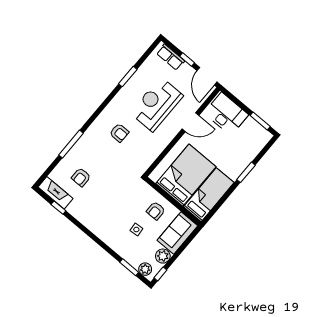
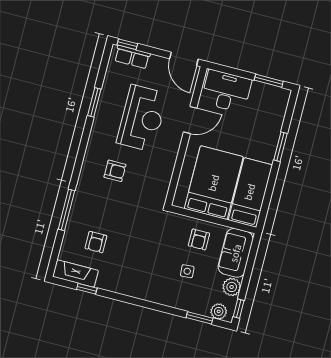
window: (187, 59) -> (127, 44), moved
reception desk: (157, 104) -> (142, 118), turned 180

